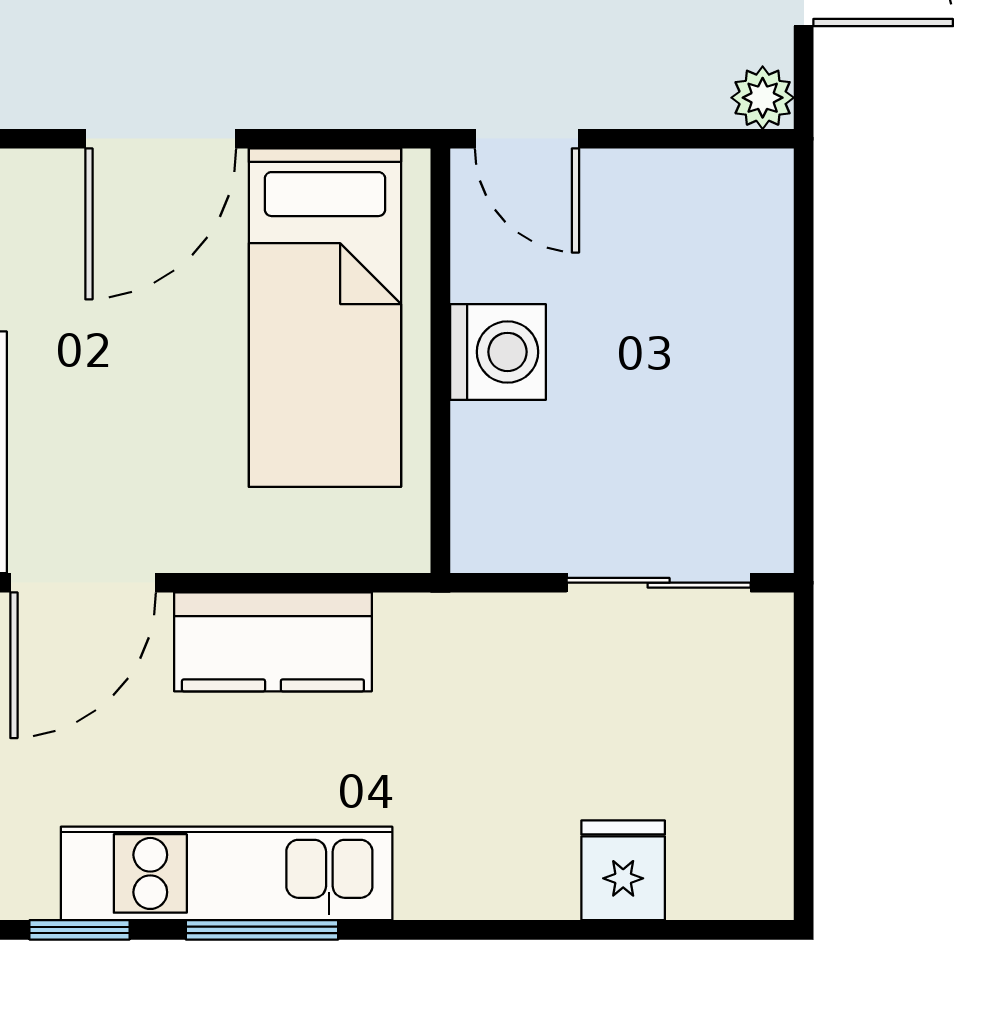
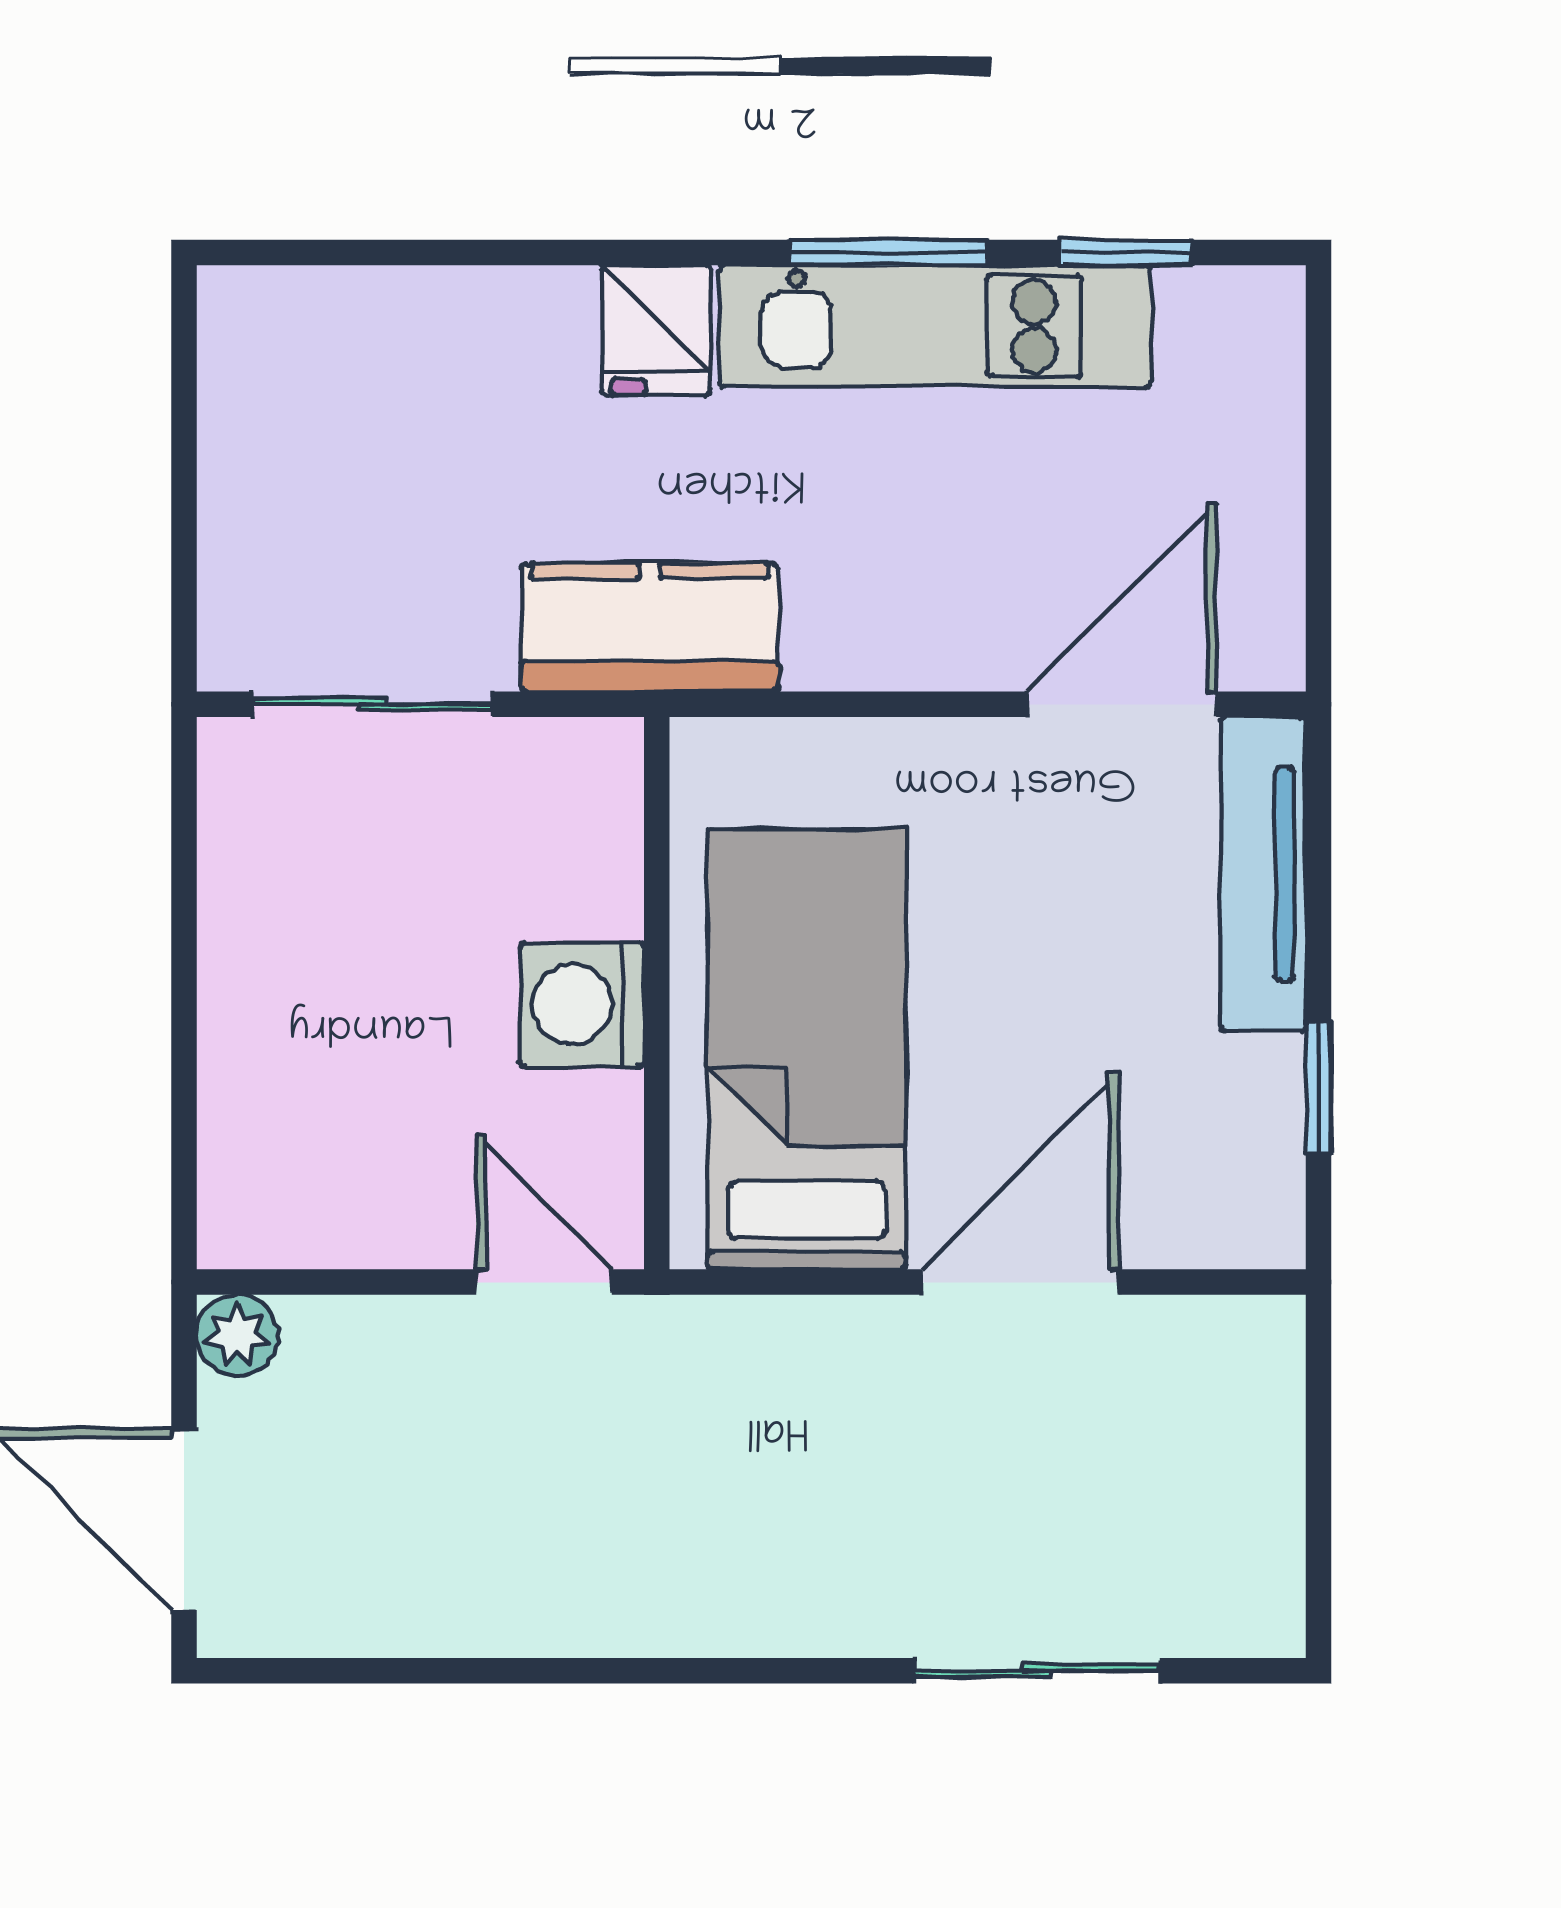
kitchen counter: (273, 642) -> (650, 627), moved
fridge: (623, 870) -> (656, 330), moved

